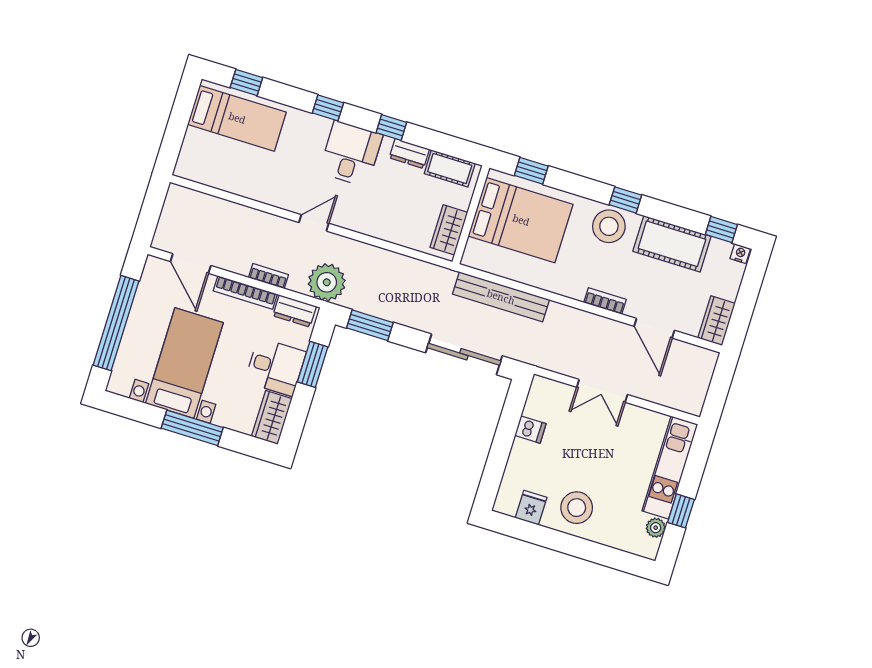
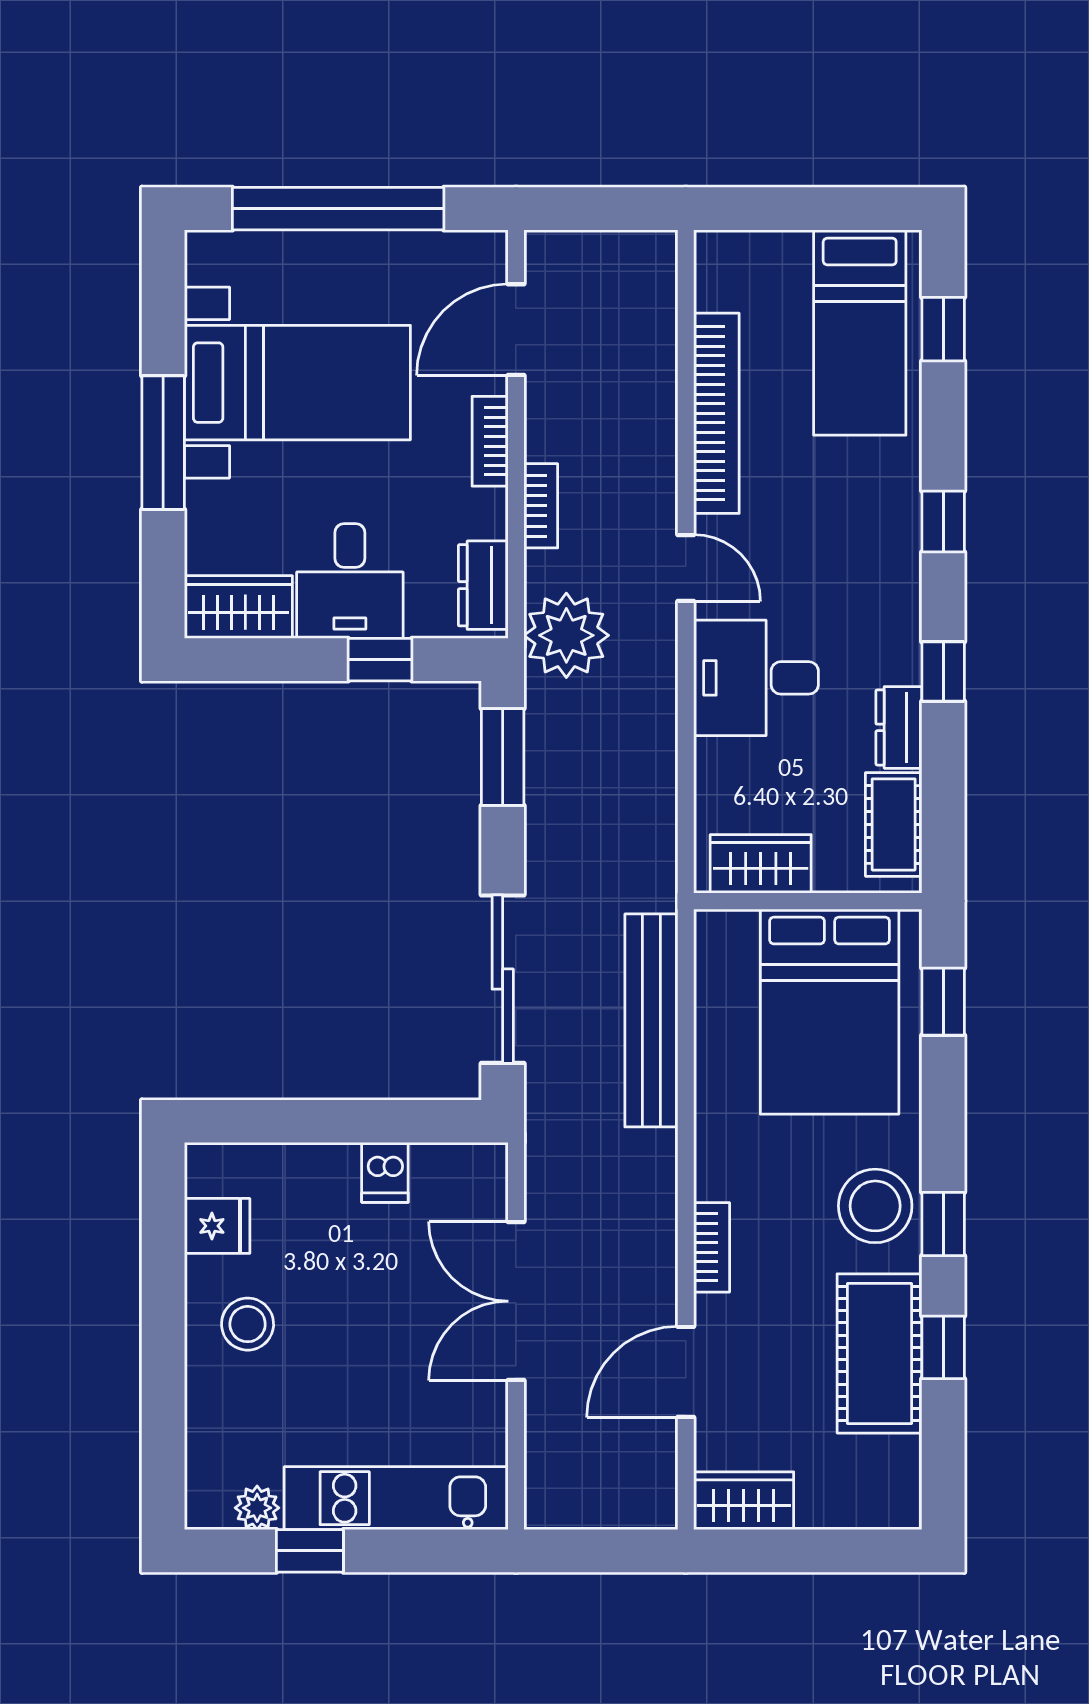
desk: (351, 154) -> (756, 678), moved, turned 180
bookcase: (252, 190) -> (716, 413), added
window: (721, 230) -> (943, 1347), moved
nightstand: (740, 254) -> (904, 1507), removed
bookcase: (245, 292) -> (490, 441), width x0.64
window: (313, 364) -> (380, 660), width x0.67
double door: (602, 391) -> (516, 1301), width x1.37
stool: (577, 508) -> (248, 1324), width x0.73, depth x0.73

